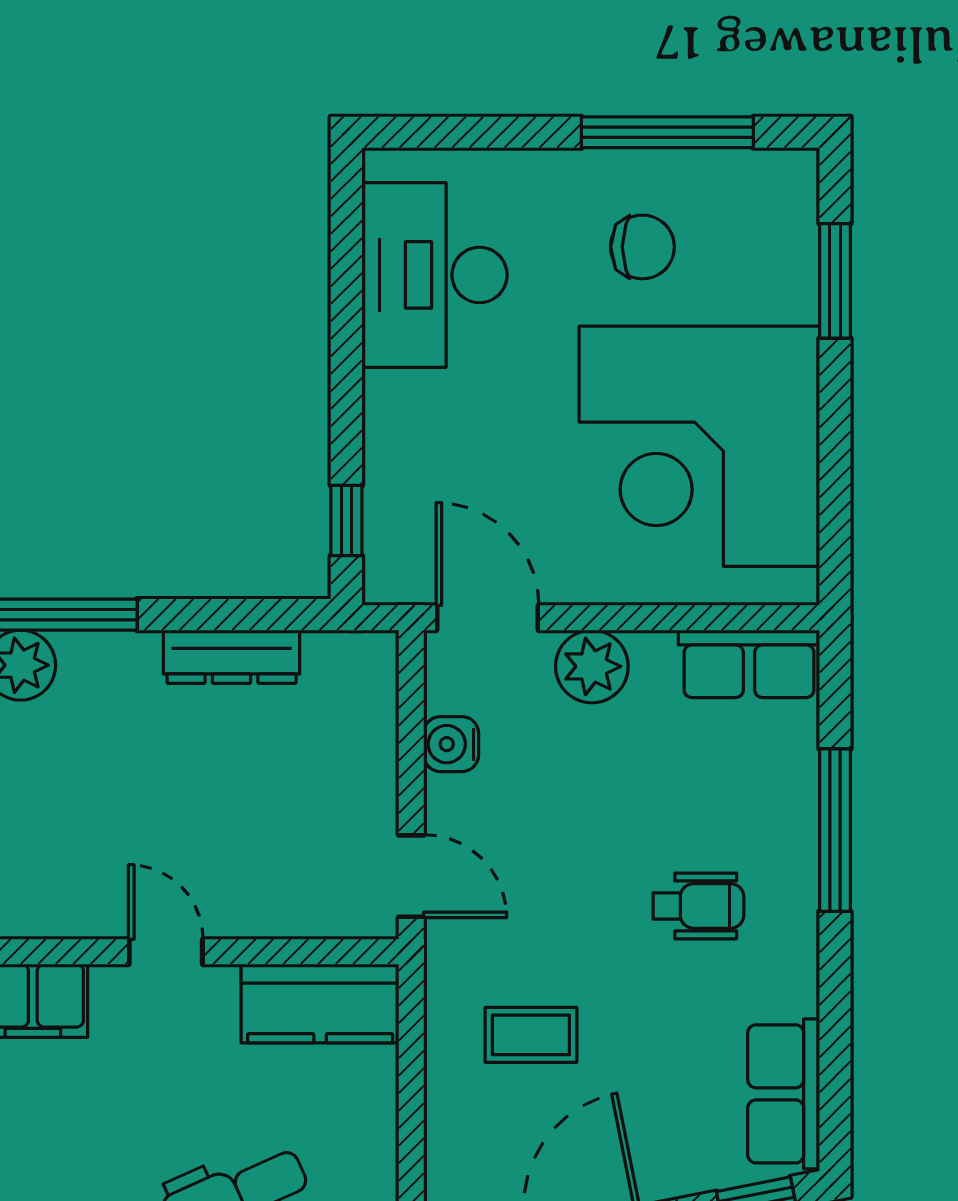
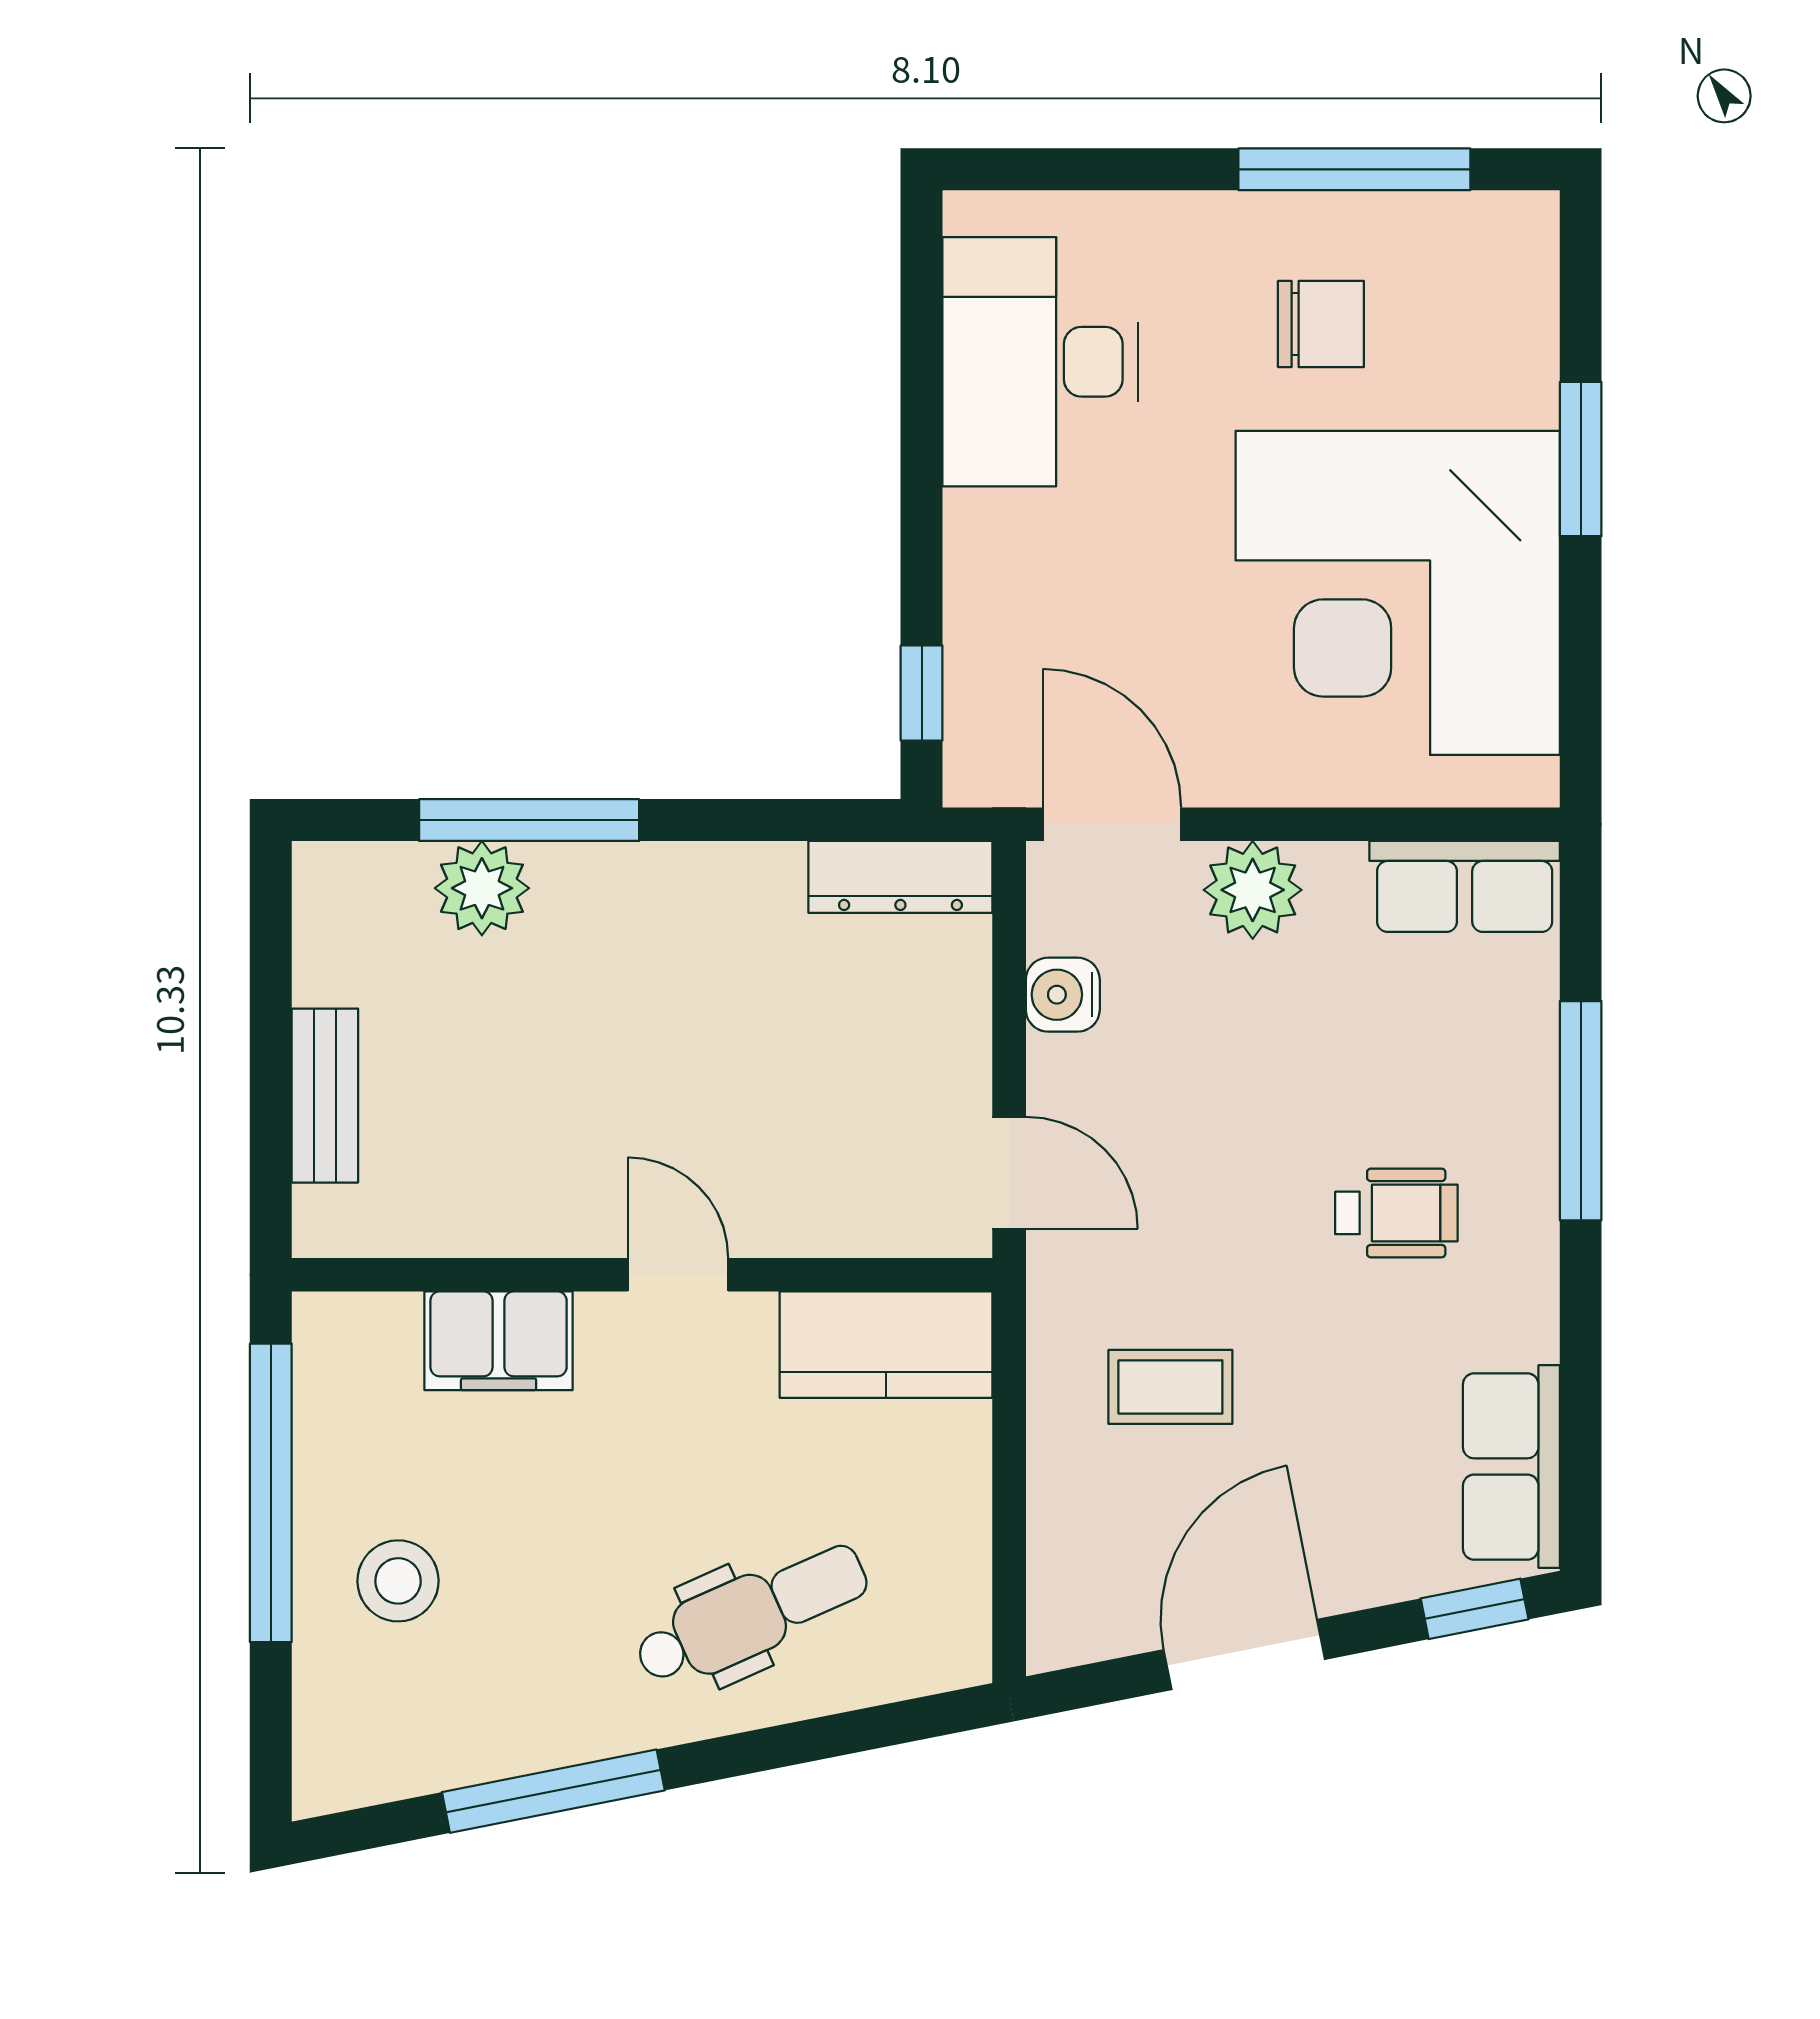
window: (835, 281) -> (1581, 459), moved
dresser: (232, 657) -> (900, 877), moved

